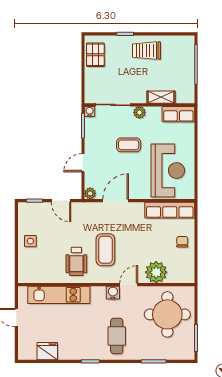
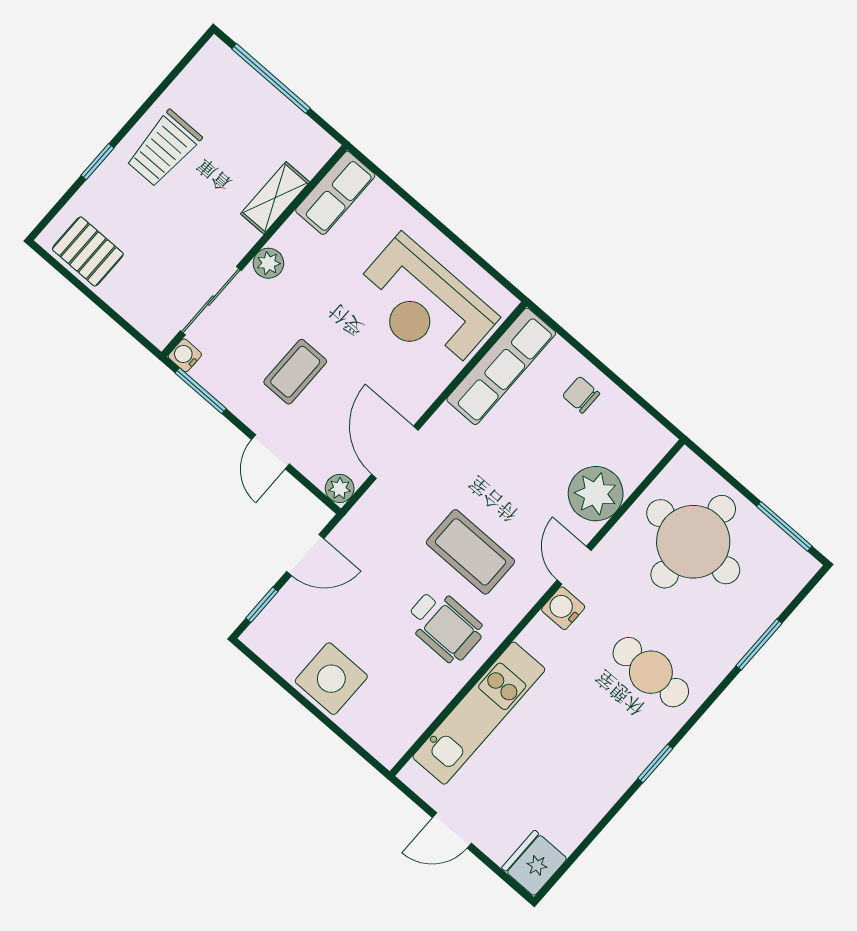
coffee table: (129, 145) -> (295, 372), moved
reception desk: (168, 171) -> (424, 305), turned 180
side table: (30, 241) -> (331, 679), width x1.87, depth x1.87
fridge: (47, 351) -> (534, 863), moved

